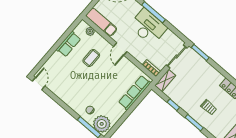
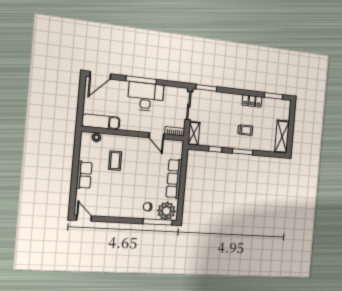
row of seats: (69, 44) -> (84, 175), moved
door: (120, 49) -> (156, 136), moved
row of seats: (135, 93) -> (174, 179), moved

